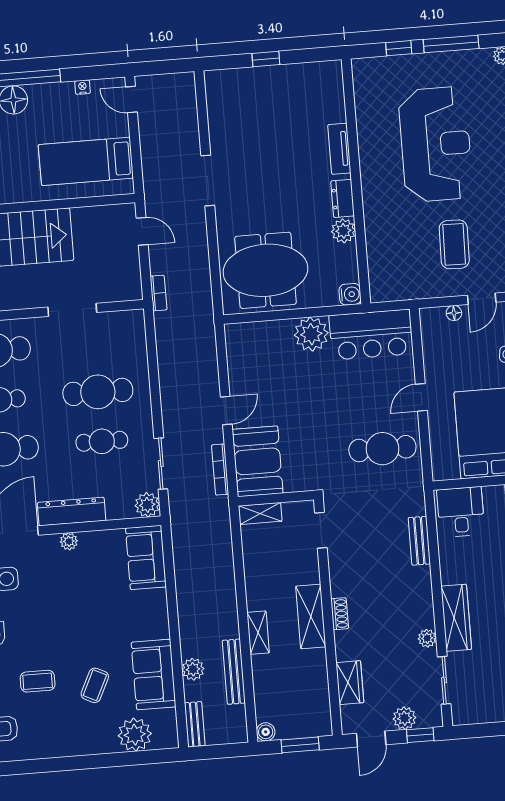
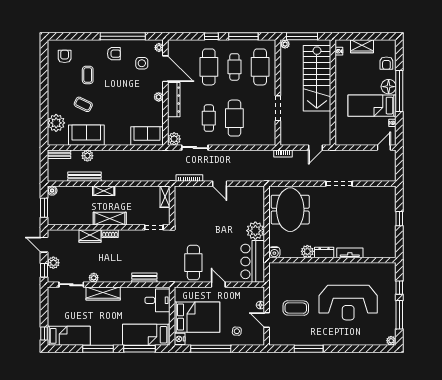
bed: (86, 161) -> (372, 106), moved, turned -90
booth: (258, 461) -> (192, 198), removed
wardrobe: (350, 683) -> (90, 236), moved

